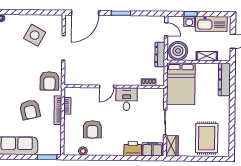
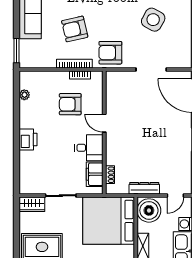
side table: (35, 35) -> (153, 20), moved
bed: (181, 84) -> (109, 221), width x1.36
armchair: (92, 129) -> (70, 104), moved
printer: (133, 149) -> (28, 139), moved
filing cabinet: (152, 149) -> (95, 174), moved, turned 180

